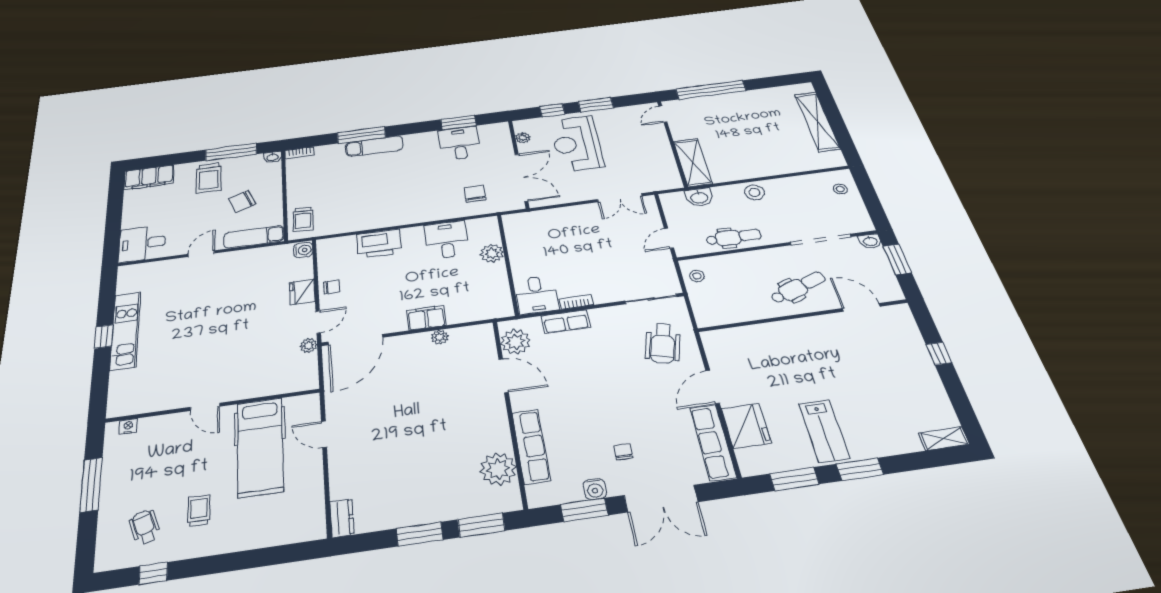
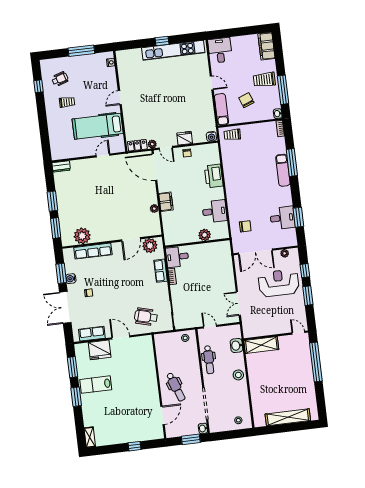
kitchen unit: (125, 331) -> (173, 50), width x1.36
locker: (308, 371) -> (137, 145), added
row of seats: (713, 442) -> (92, 334), width x0.68

